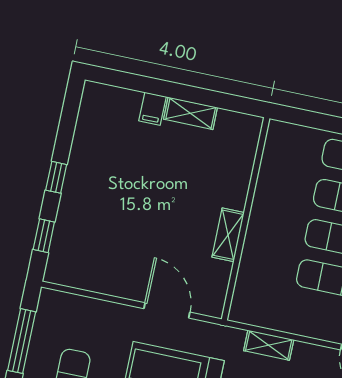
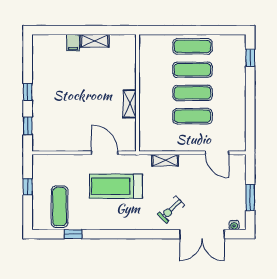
window: (22, 341) -> (28, 187), width x0.46

